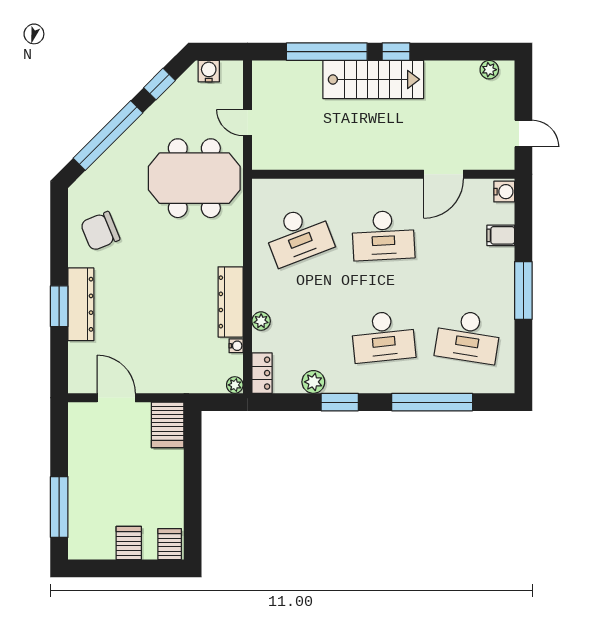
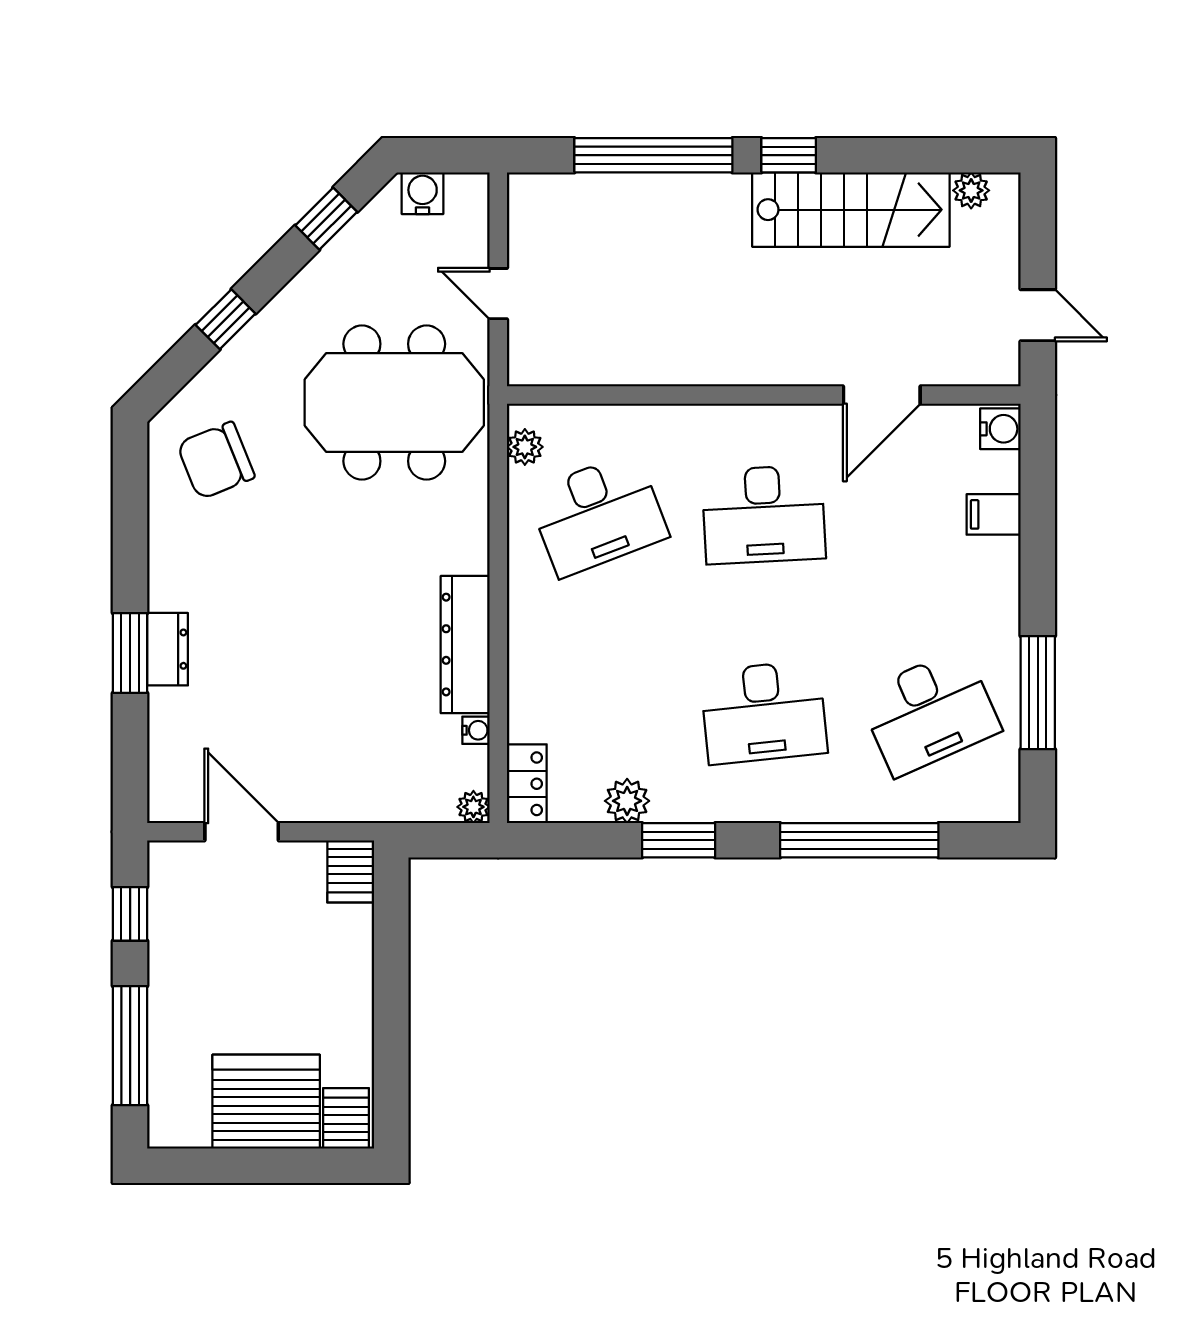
stairs: (373, 79) -> (851, 210), moved
window: (108, 136) -> (226, 319), width x0.32
chair: (100, 231) -> (216, 460), moved
window: (523, 290) -> (1038, 693), moved
dresser: (81, 304) -> (168, 649), width x0.51, depth x0.80
plant: (261, 321) -> (525, 447), moved
desk: (468, 337) -> (930, 712), turned -33
server rack: (168, 425) -> (351, 871), width x0.73, depth x0.70
window: (59, 440) -> (130, 914), added
server rack: (129, 543) -> (266, 1102), width x2.18, depth x1.44

